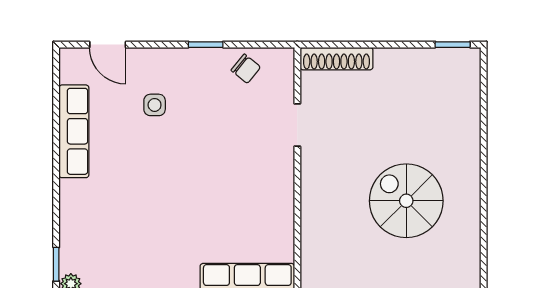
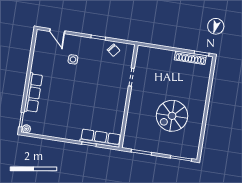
shoe rack: (336, 59) -> (190, 58), moved
row of seats: (74, 131) -> (33, 93), moved
spiral stairs: (406, 201) -> (172, 116), turned -90

